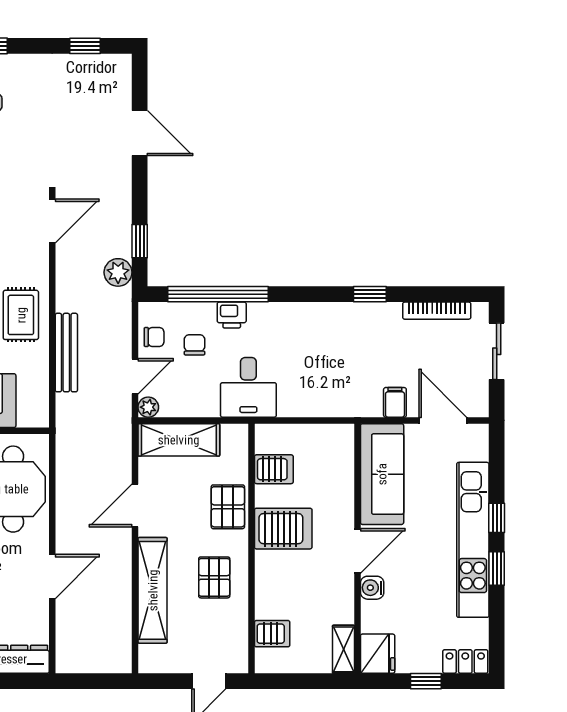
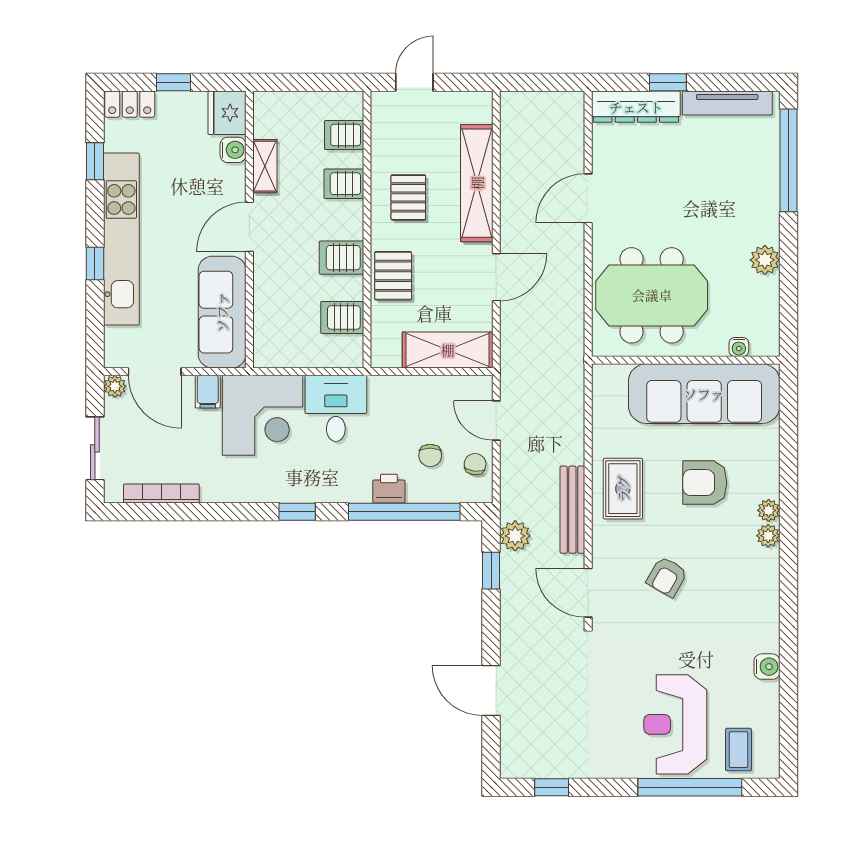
door: (52, 221) -> (588, 593), hinge flipped
window: (370, 294) -> (297, 512), moved
chair: (154, 337) -> (475, 464), turned 97
bench: (66, 353) -> (572, 510), moved
door: (135, 376) -> (496, 421), hinge flipped
corner desk: (346, 381) -> (263, 415), added
desk: (248, 387) -> (336, 408), moved
plant: (148, 407) -> (115, 386), moved
server rack: (283, 529) -> (341, 258), width x0.73, depth x0.70
window: (497, 568) -> (95, 161), moved
water cooler: (372, 588) -> (233, 150), moved
server rack: (272, 590) -> (344, 184), added
shelving: (343, 649) -> (265, 166), moved

